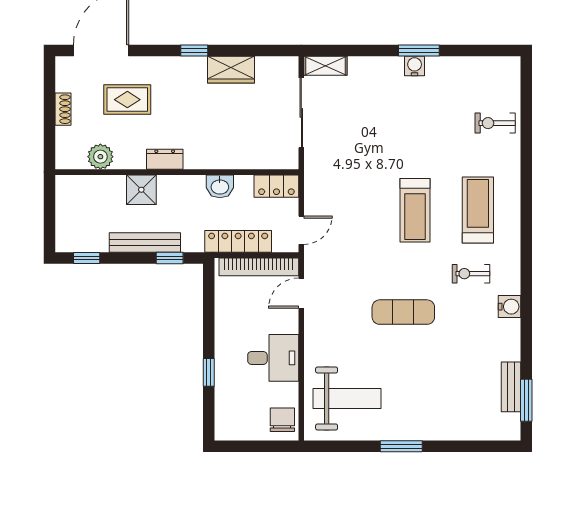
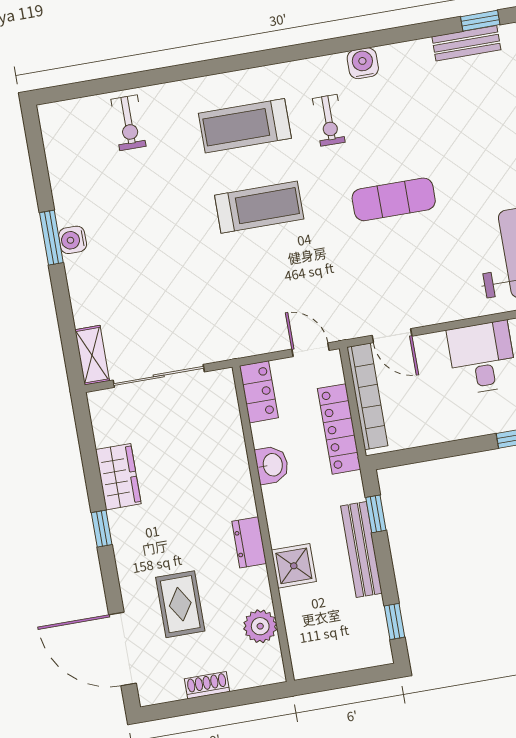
exercise mat: (403, 312) -> (394, 199), turned 90
window: (526, 400) -> (480, 21), width x0.67

